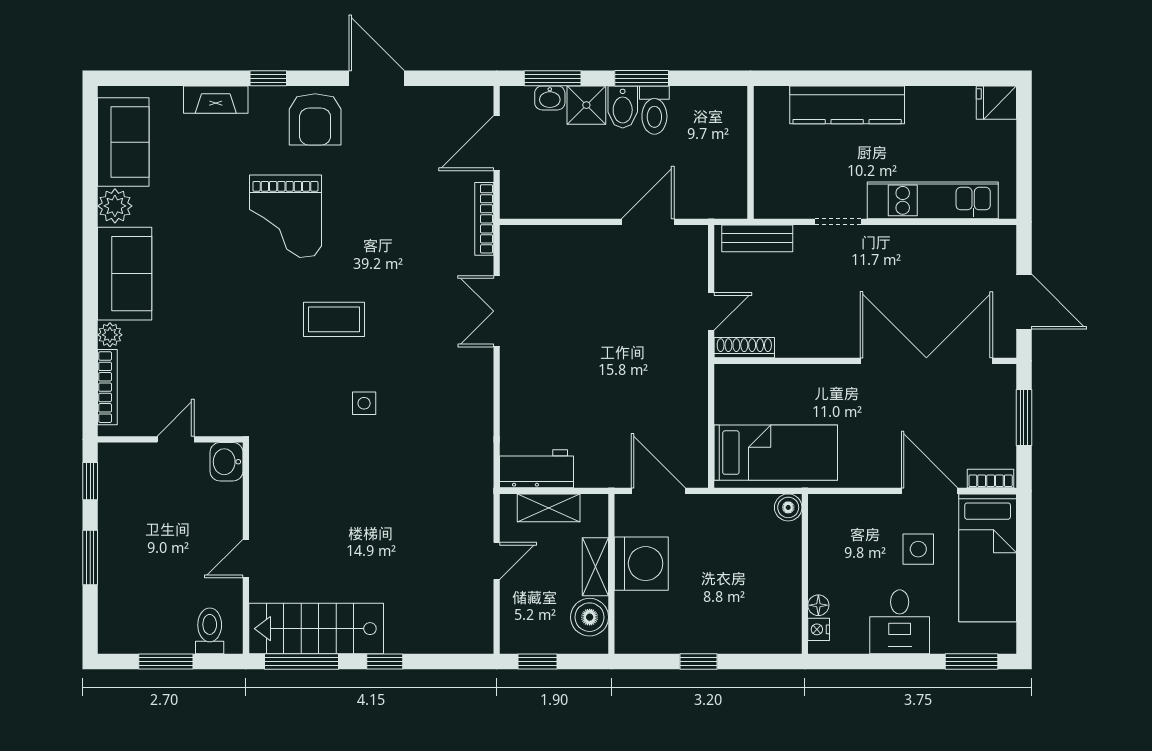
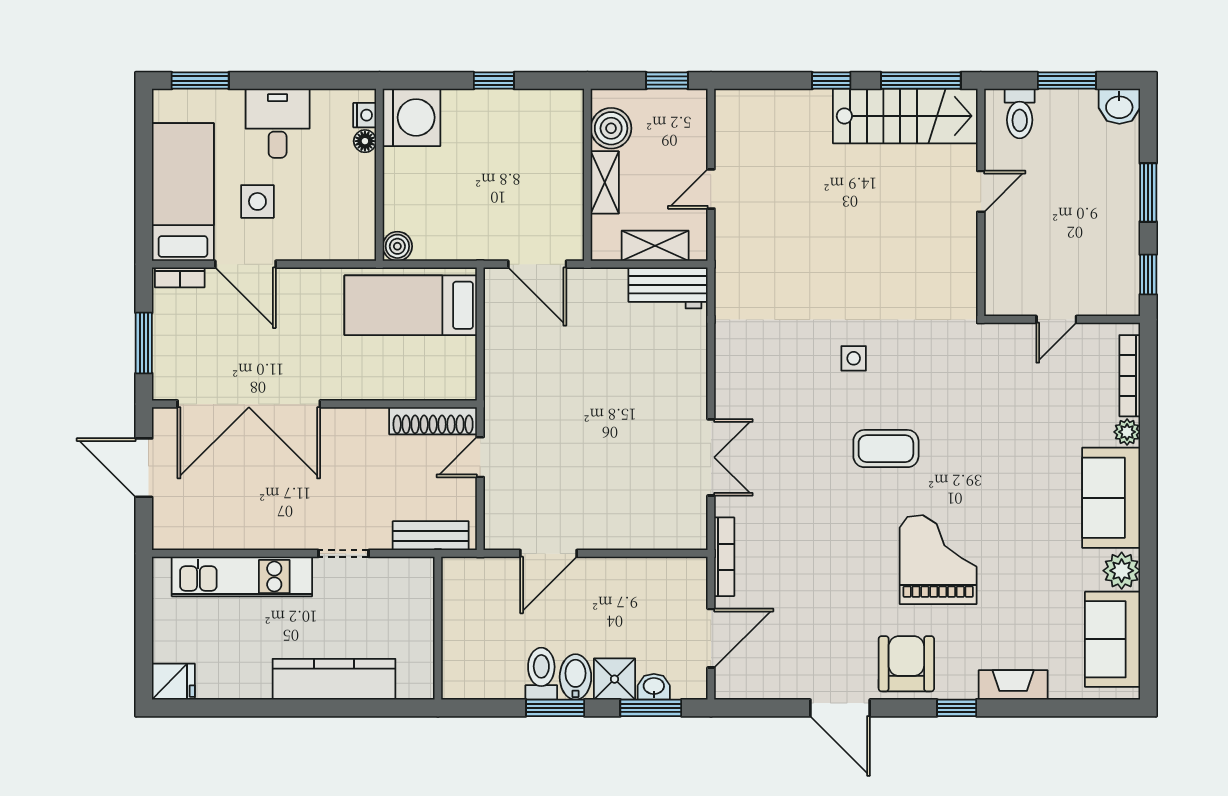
shoe rack: (744, 348) -> (433, 421), width x1.36, depth x1.24
washbasin: (226, 462) -> (1119, 106), moved, turned 90
washing machine: (641, 564) -> (411, 117), moved, turned 180

